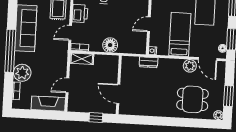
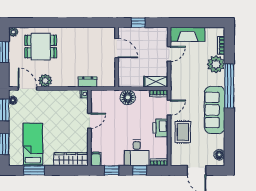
bed: (180, 34) -> (57, 112), removed

